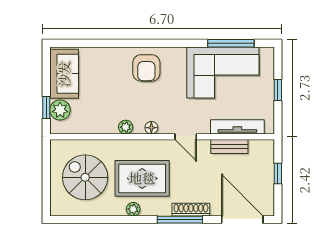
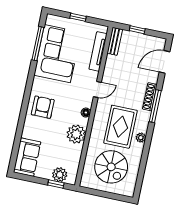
armchair: (146, 68) -> (43, 107), turned -90
sofa: (64, 74) -> (27, 157), moved, turned 90
plant: (126, 127) -> (76, 134), width x1.88, depth x1.88
bench: (229, 146) -> (115, 41), moved
spiral stairs: (85, 177) -> (111, 167), turned -90
door: (242, 220) -> (165, 62), width x0.73

